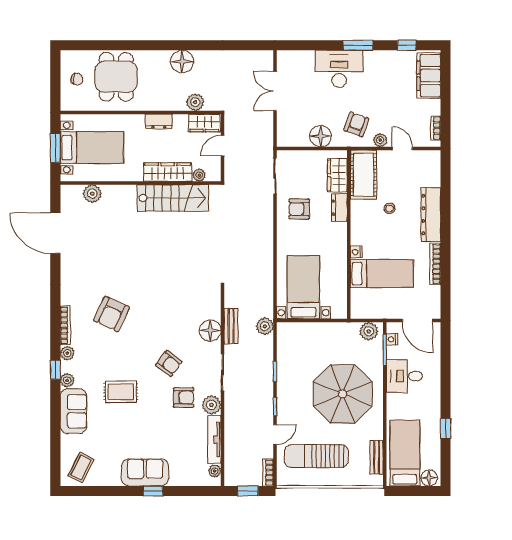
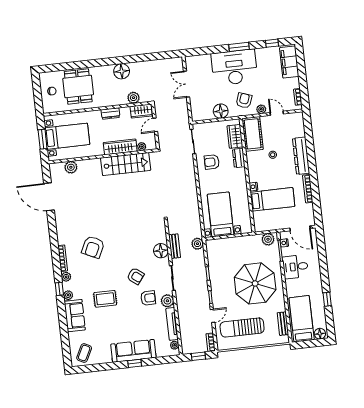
desk: (339, 69) -> (234, 67), width x1.36, depth x1.30
sofa: (145, 472) -> (133, 351), width x1.36

